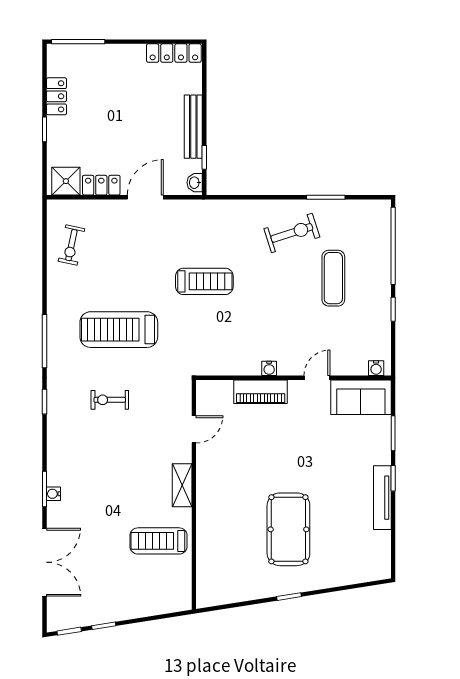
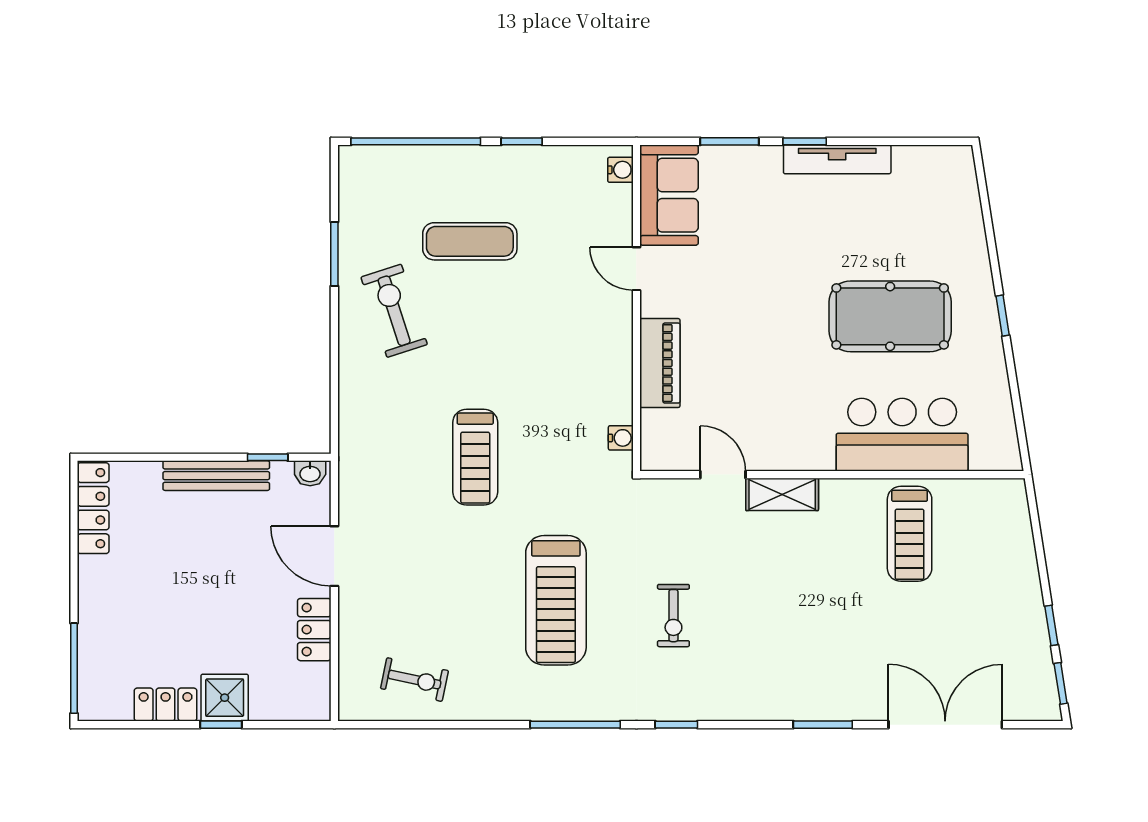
shower: (66, 181) -> (225, 698), moved
treadmill: (204, 281) -> (475, 457), turned 180
water cooler: (269, 368) -> (621, 438), moved
shelving: (182, 485) -> (782, 494), moved
water cooler: (53, 494) -> (831, 710), removed
bar counter: (218, 536) -> (902, 435), added

